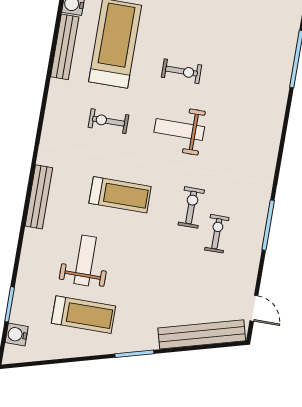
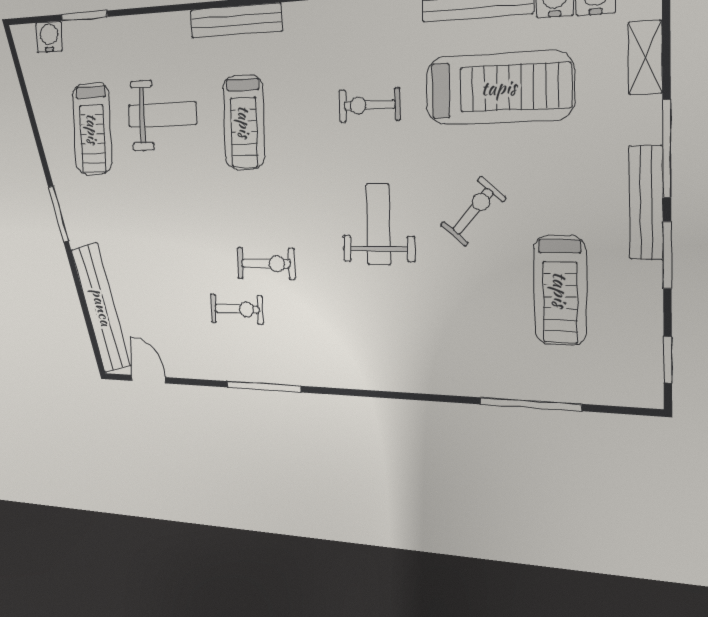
treadmill: (234, 30) -> (560, 290), added
exercise bike: (182, 71) -> (473, 211), turned -139
exercise bike: (108, 121) -> (370, 105), turned -90
treadmill: (120, 195) -> (244, 122), moved
door: (254, 308) -> (148, 379), swing flipped

